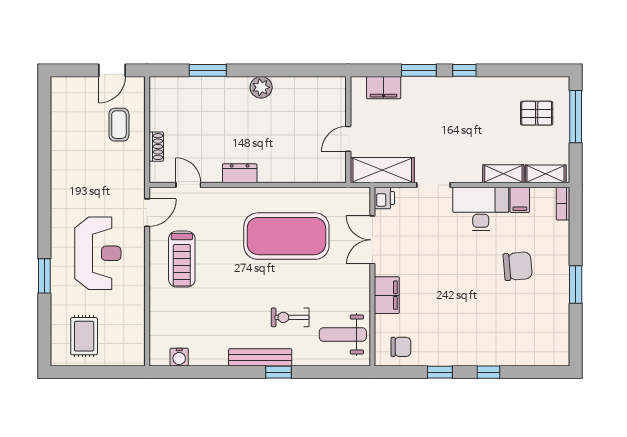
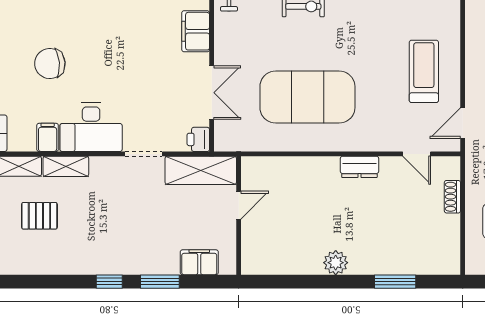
pallet: (537, 113) -> (39, 216), moved

